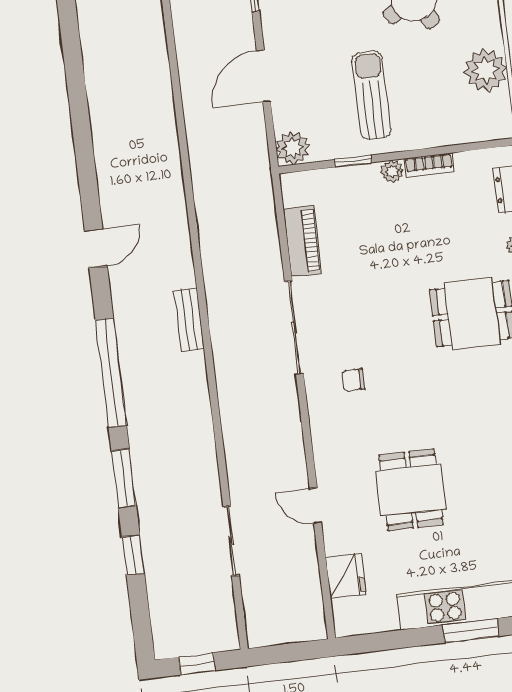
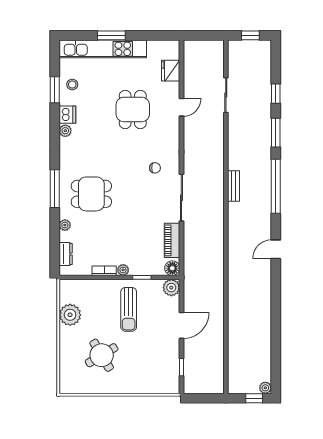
floor lamp: (295, 187) -> (172, 268), added
bench: (189, 320) -> (233, 186), moved
door: (315, 506) -> (181, 107), hinge flipped

